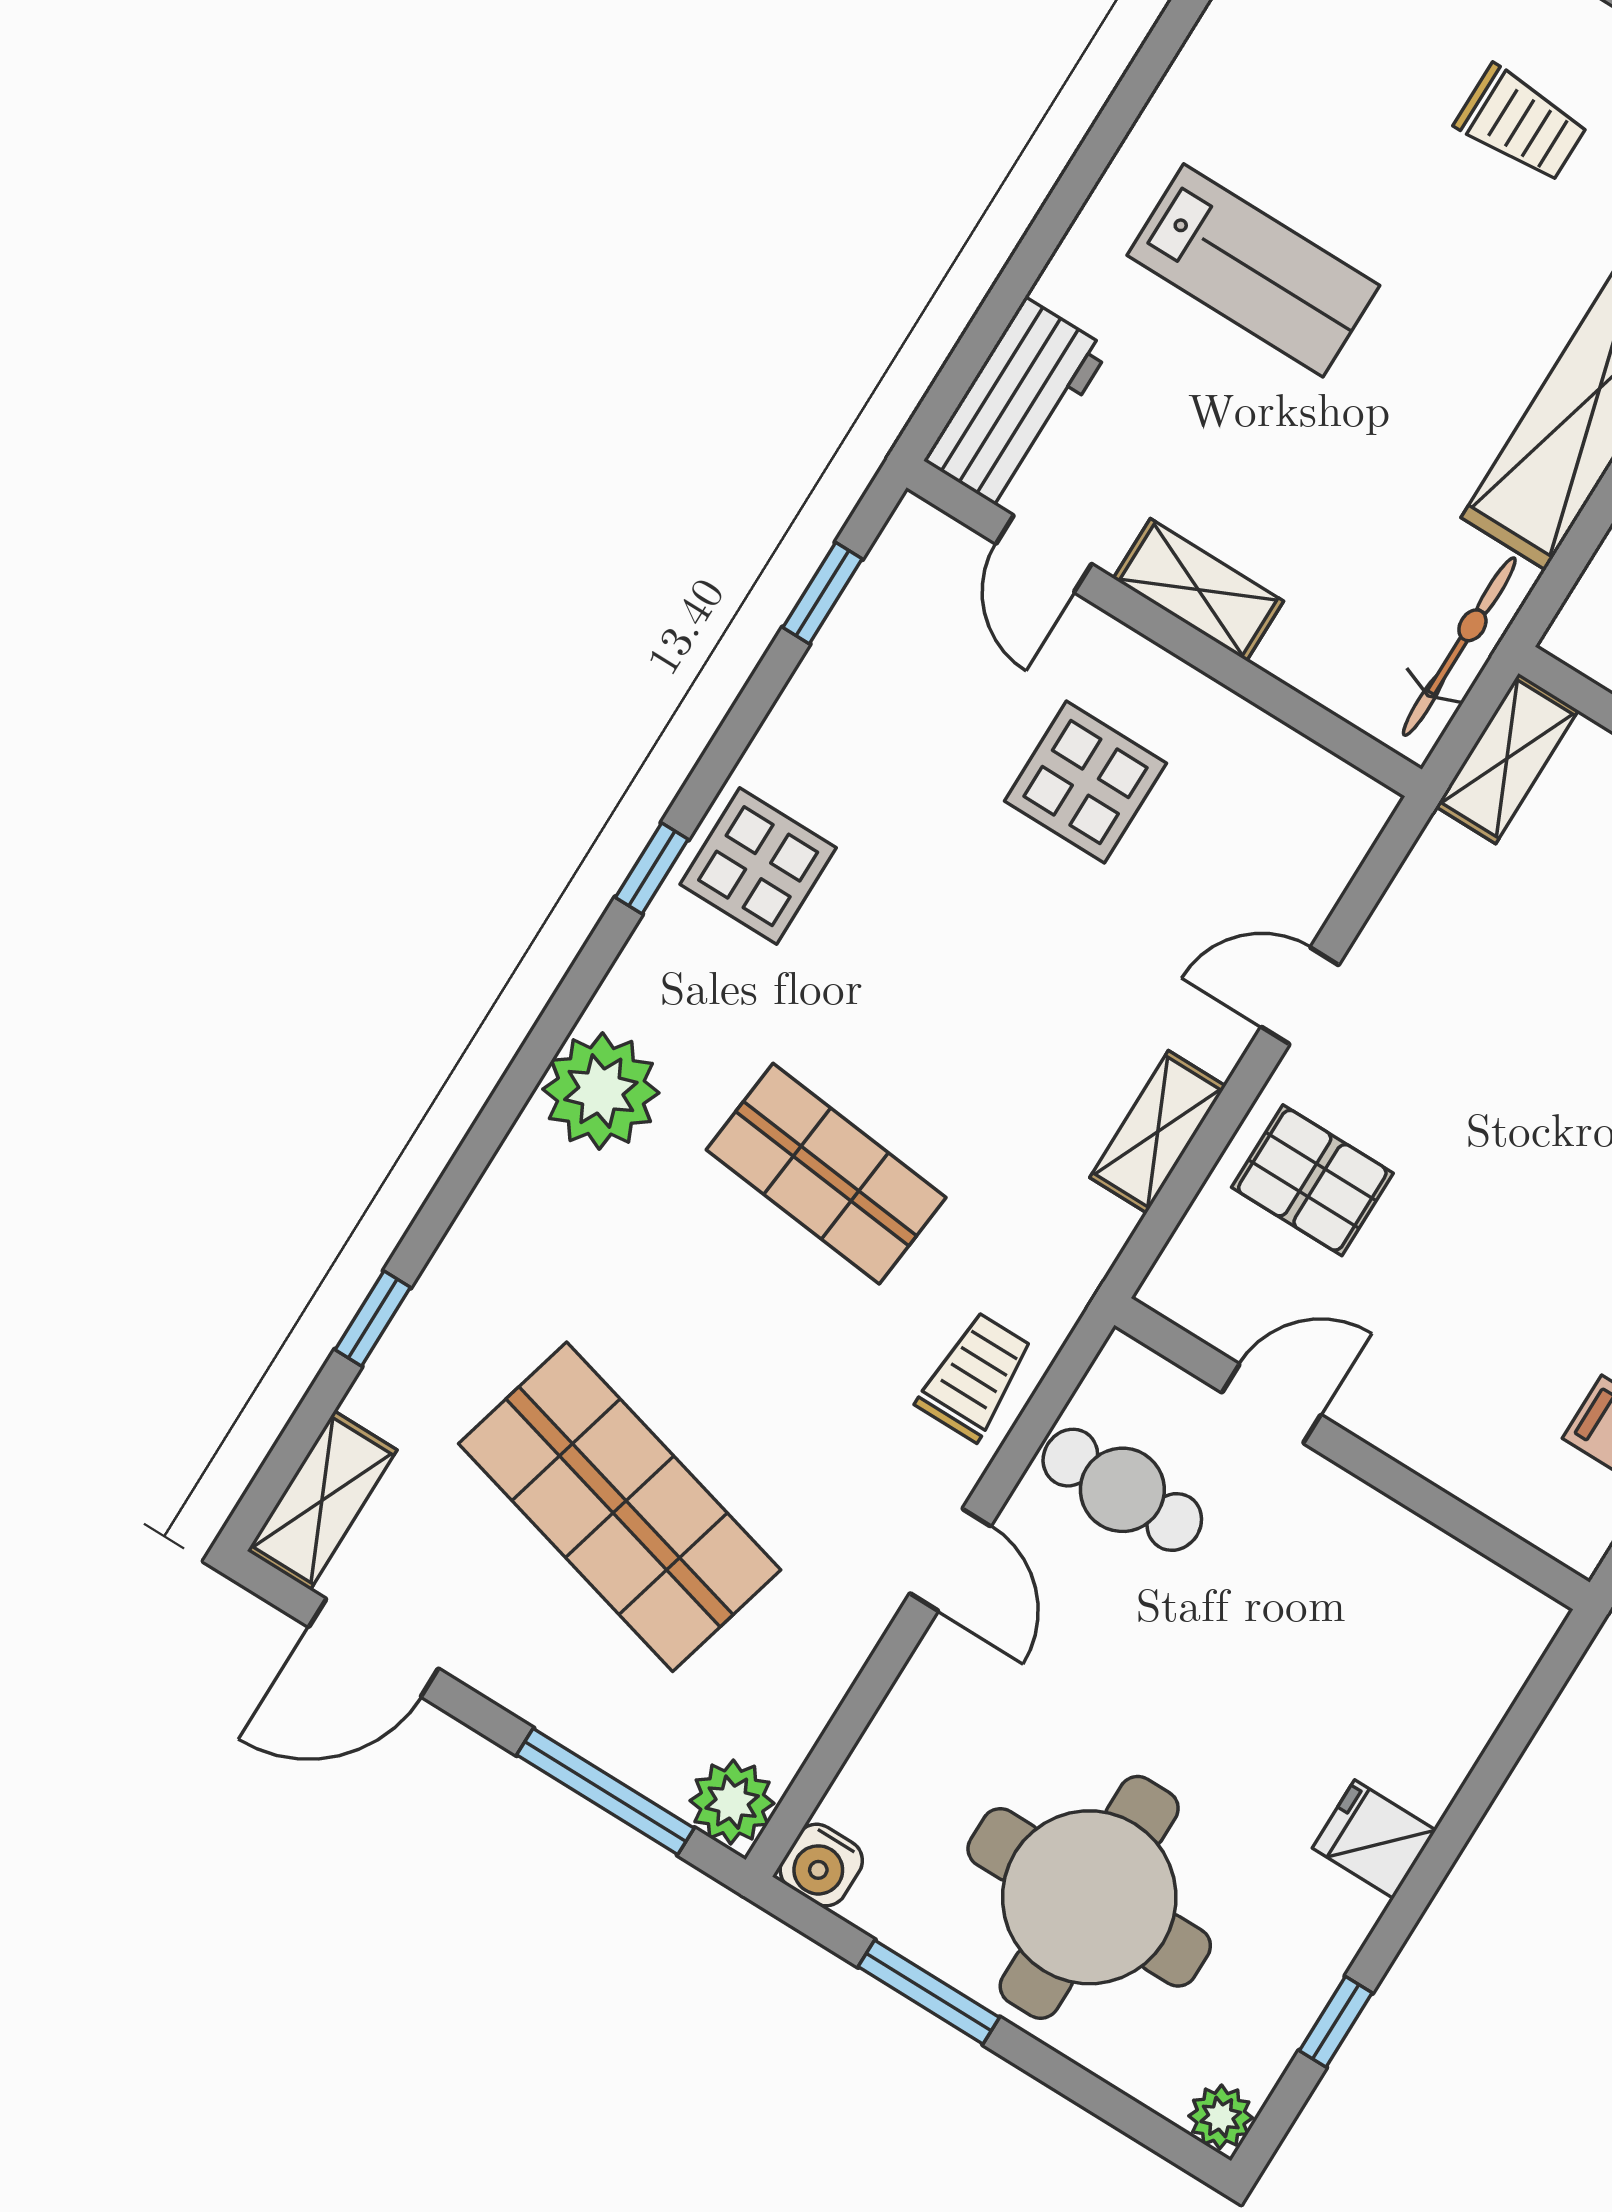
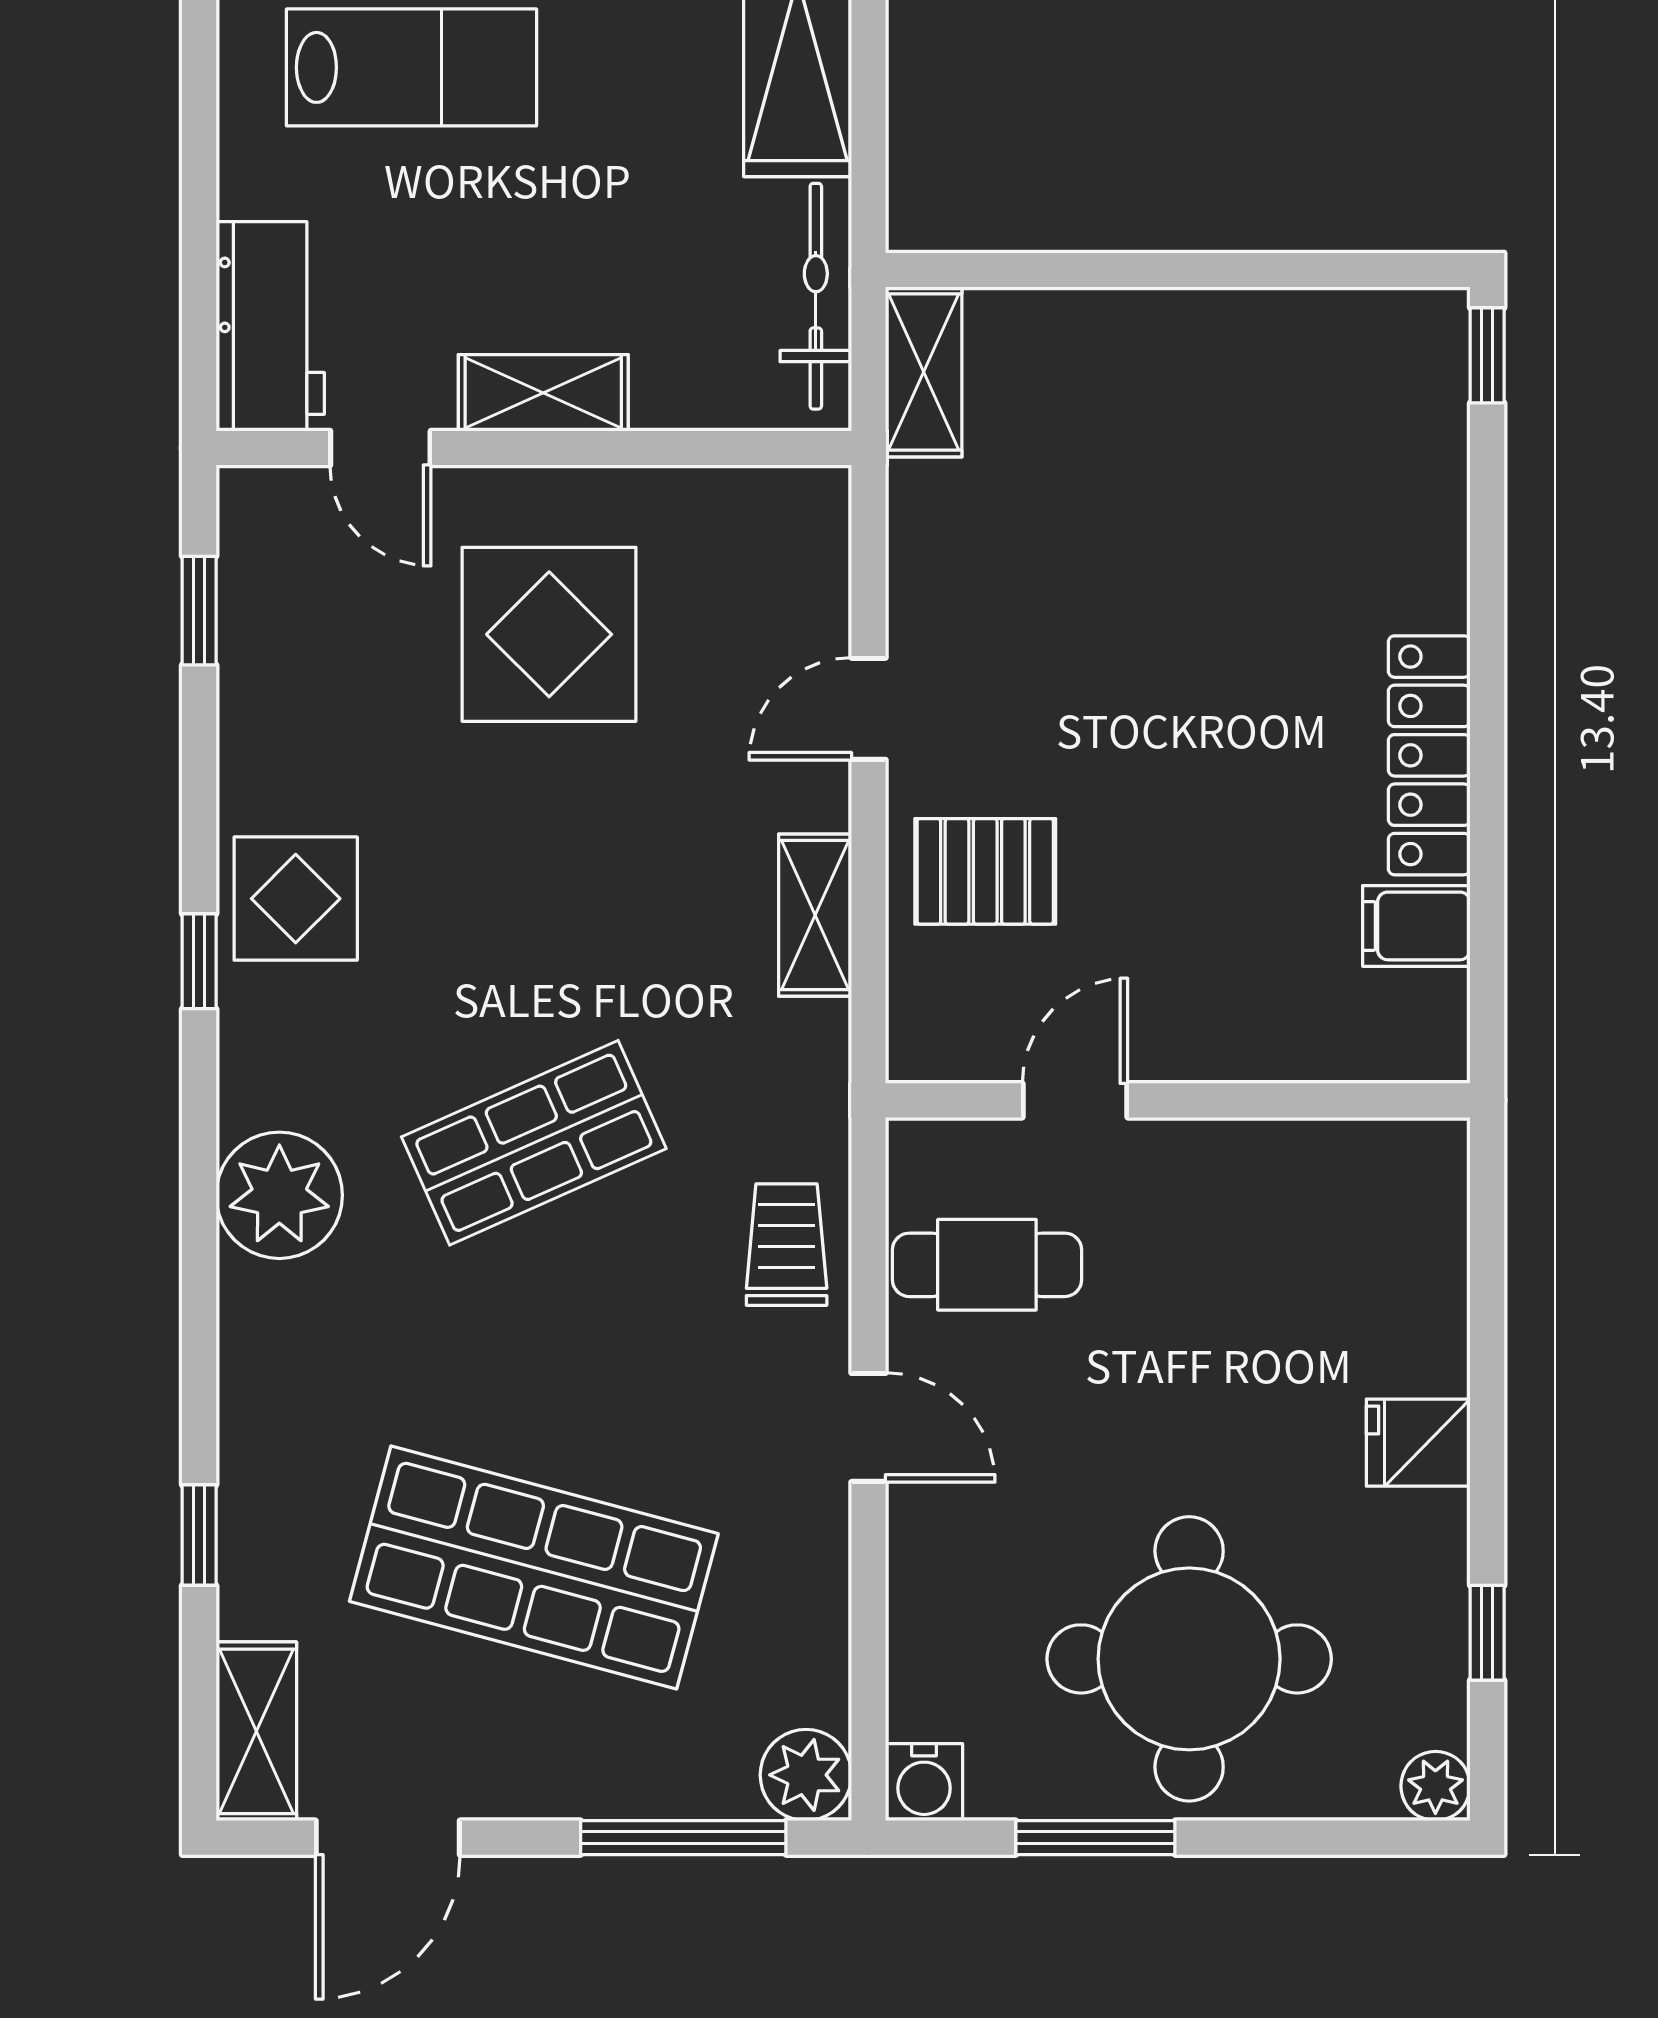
display table: (1085, 782) -> (549, 634), width x1.36, depth x1.36
shop shelf: (826, 1174) -> (534, 1143), turned -30

